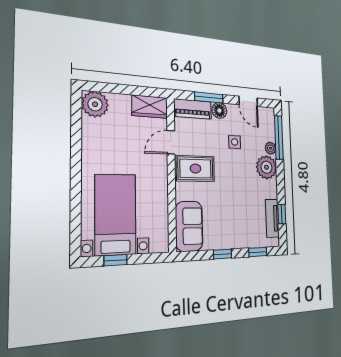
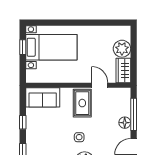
window: (209, 98) -> (134, 114), width x1.44
plant: (95, 104) -> (122, 49), moved
piano: (193, 109) -> (124, 102), removed
side table: (235, 142) -> (79, 137), moved

